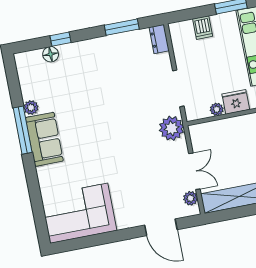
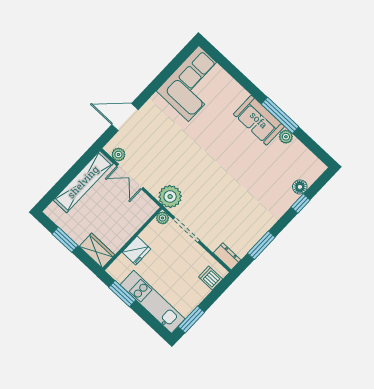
dishwasher: (203, 28) -> (211, 278), moved
plant: (217, 109) -> (162, 218), moved

